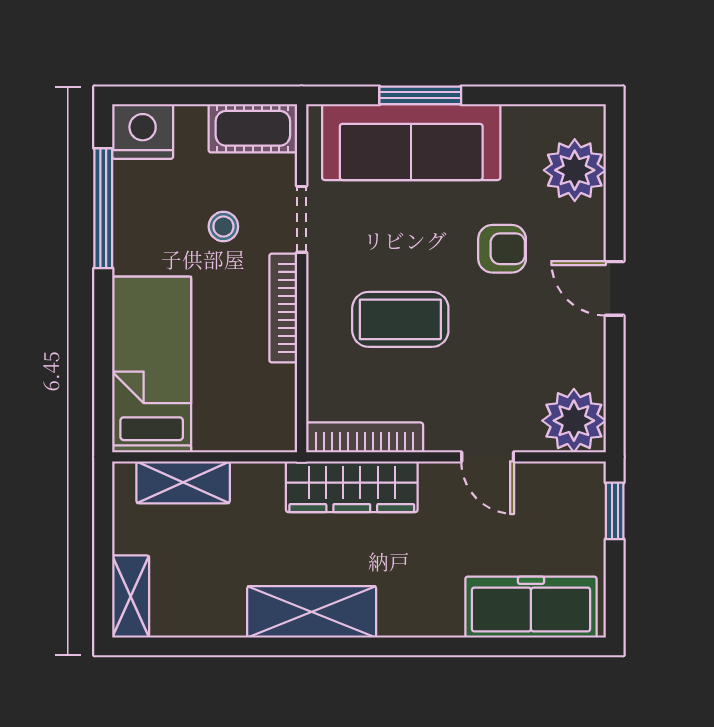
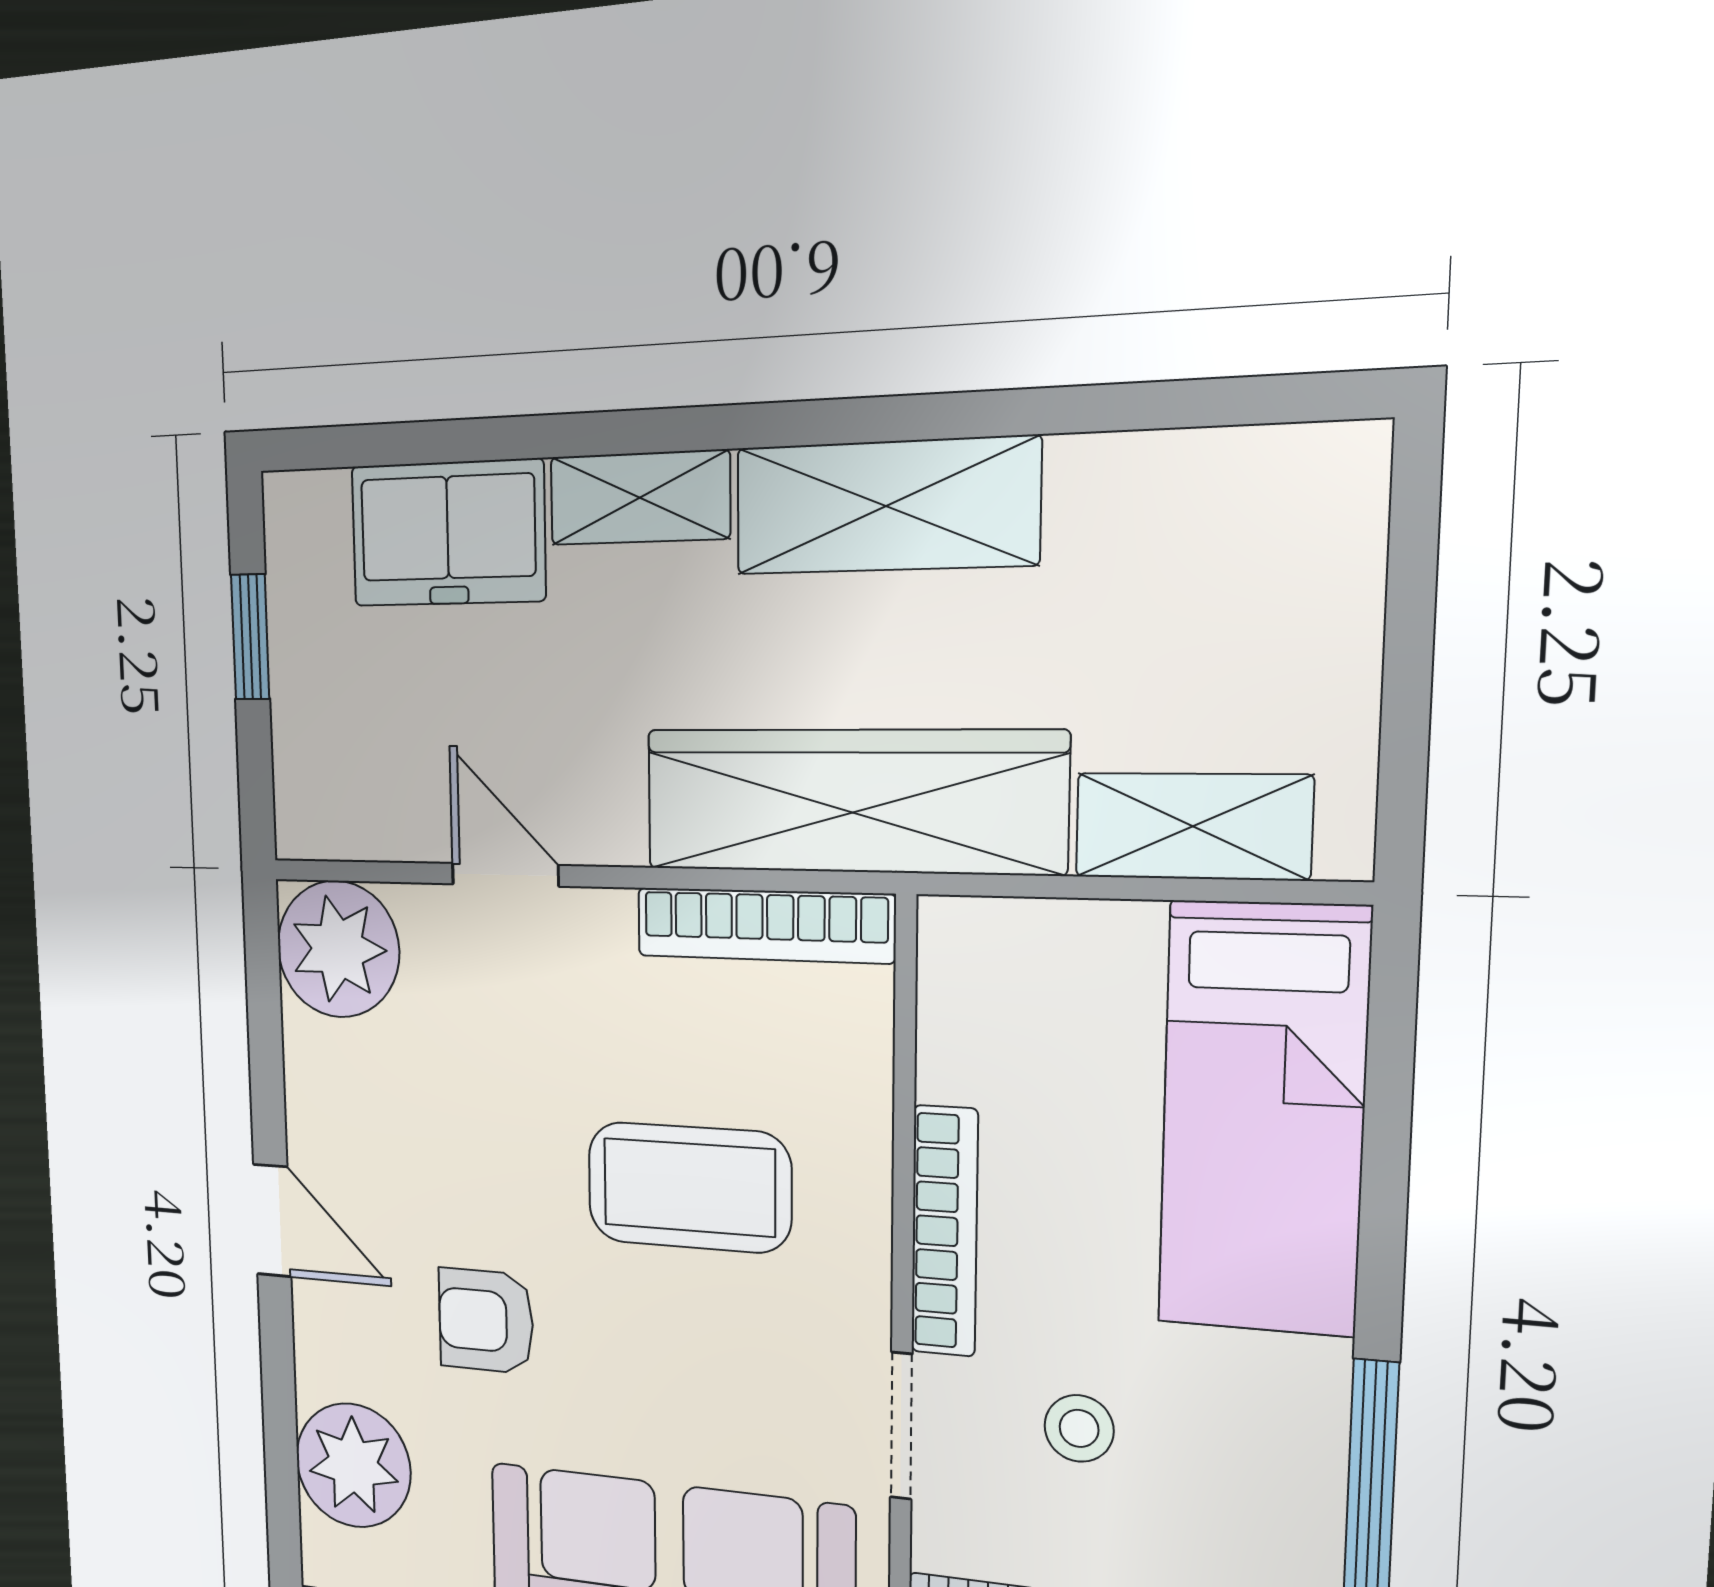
wardrobe: (352, 487) -> (852, 801), width x1.40, depth x1.17
window: (615, 511) -> (250, 637), moved
shelving: (131, 596) -> (640, 498), moved, turned 90
freezer: (531, 607) -> (448, 533), width x0.71

